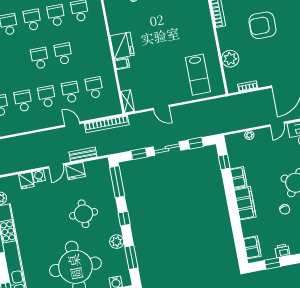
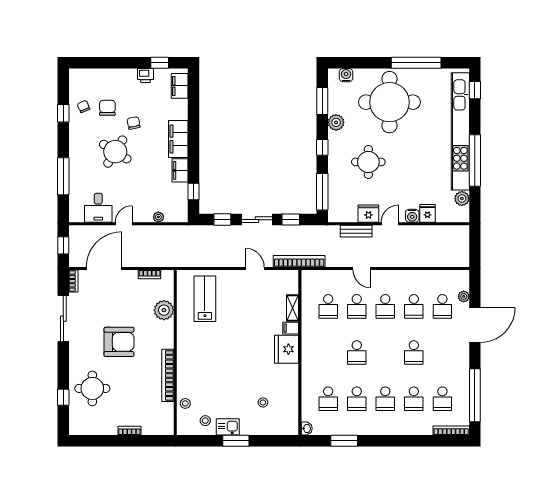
school desk: (40, 58) -> (414, 353), moved
shelving: (127, 101) -> (293, 308), moved
bookcase: (107, 124) -> (299, 261), moved

